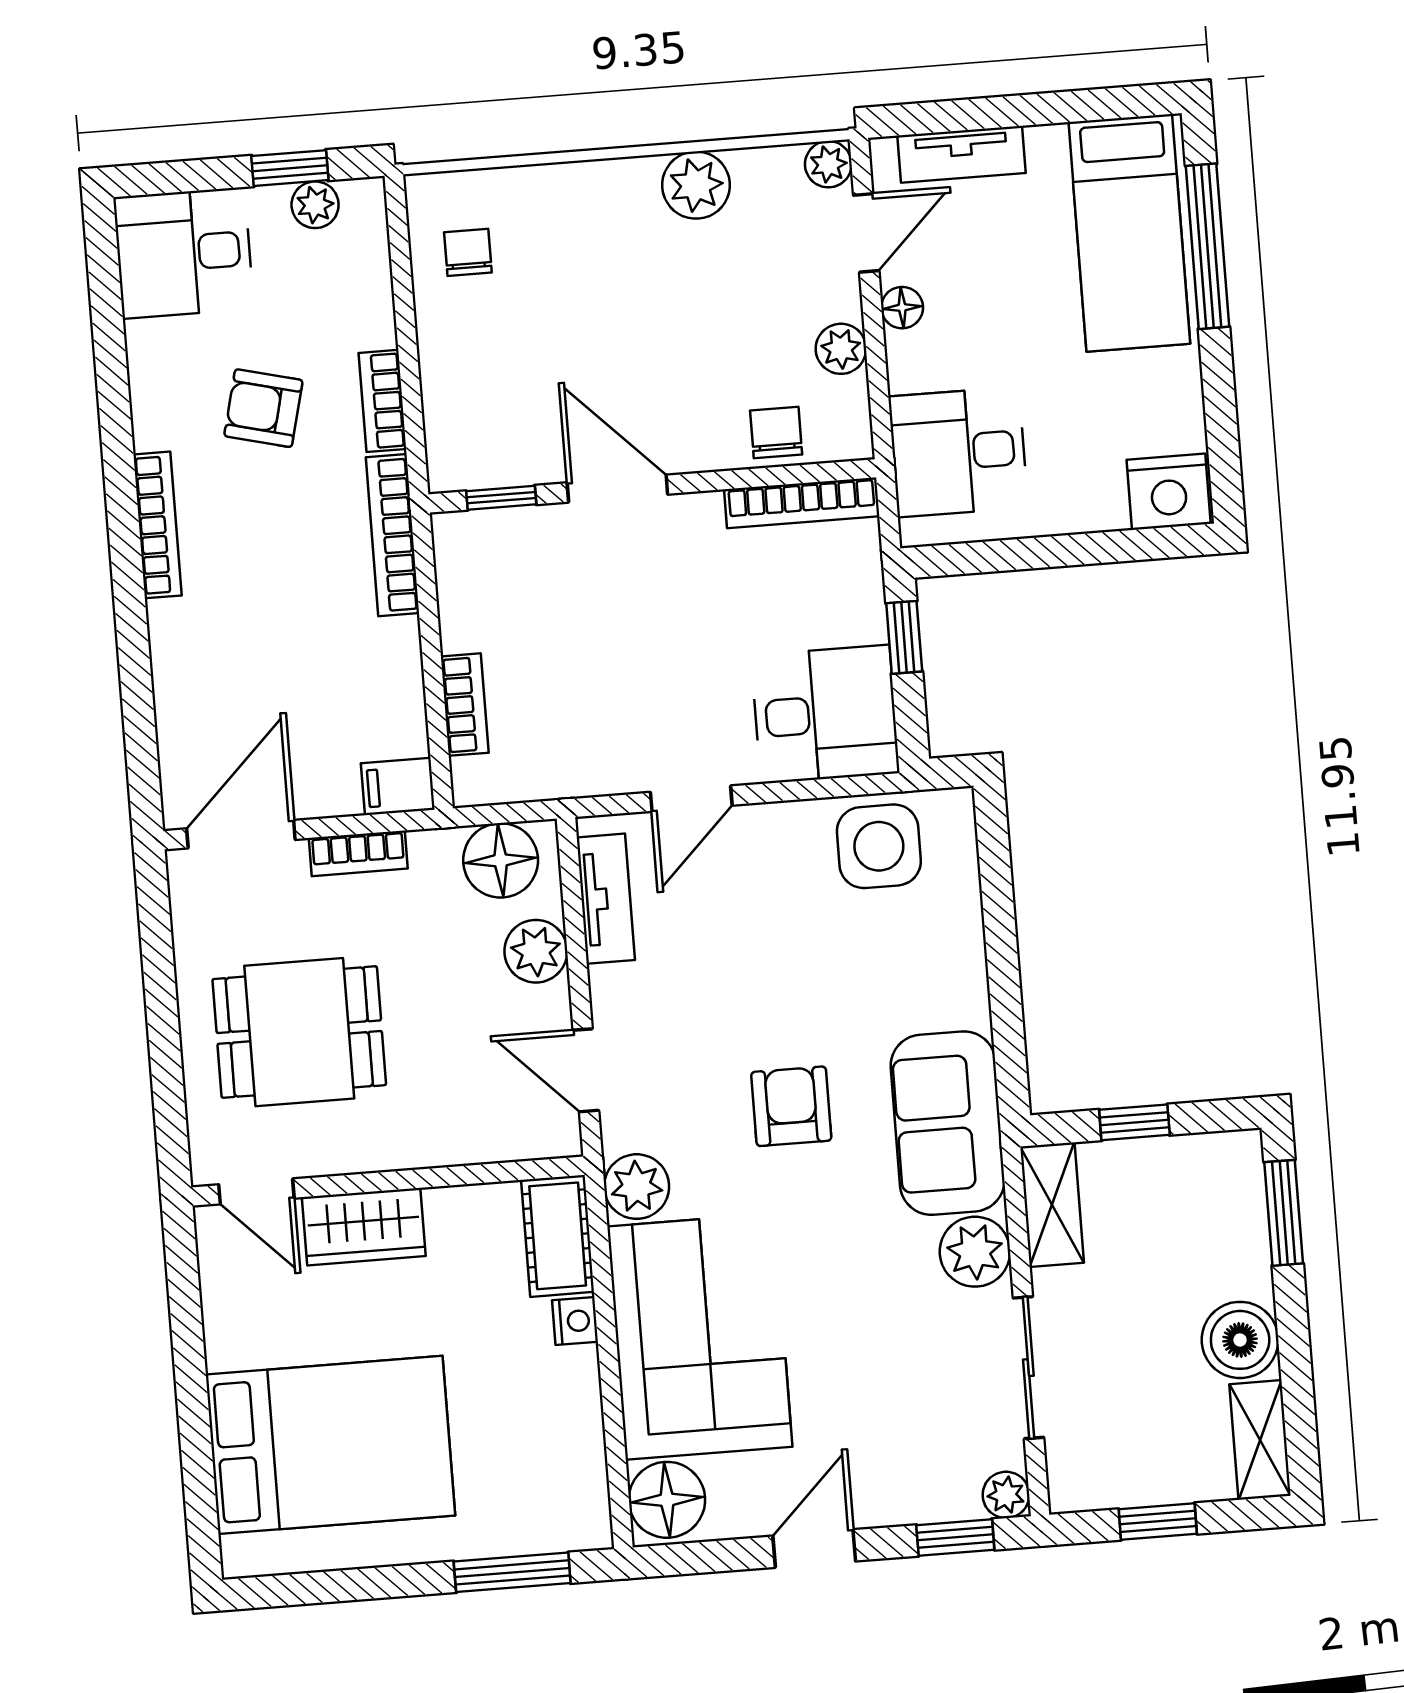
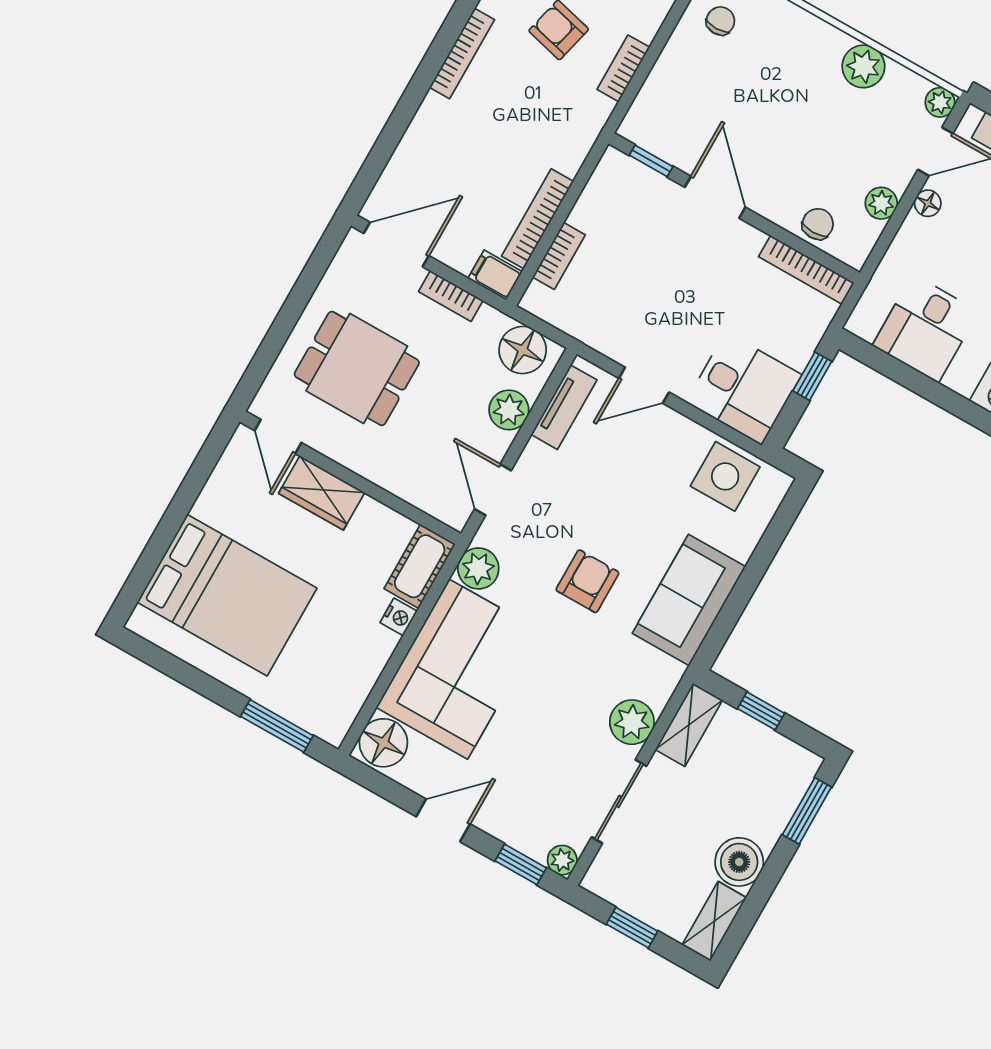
desk: (958, 452) -> (926, 328), moved, turned -90
bookcase: (393, 535) -> (538, 219), moved
sofa: (948, 1123) -> (689, 600), moved

